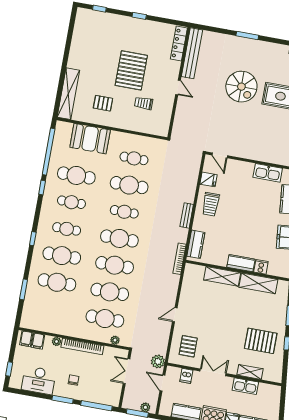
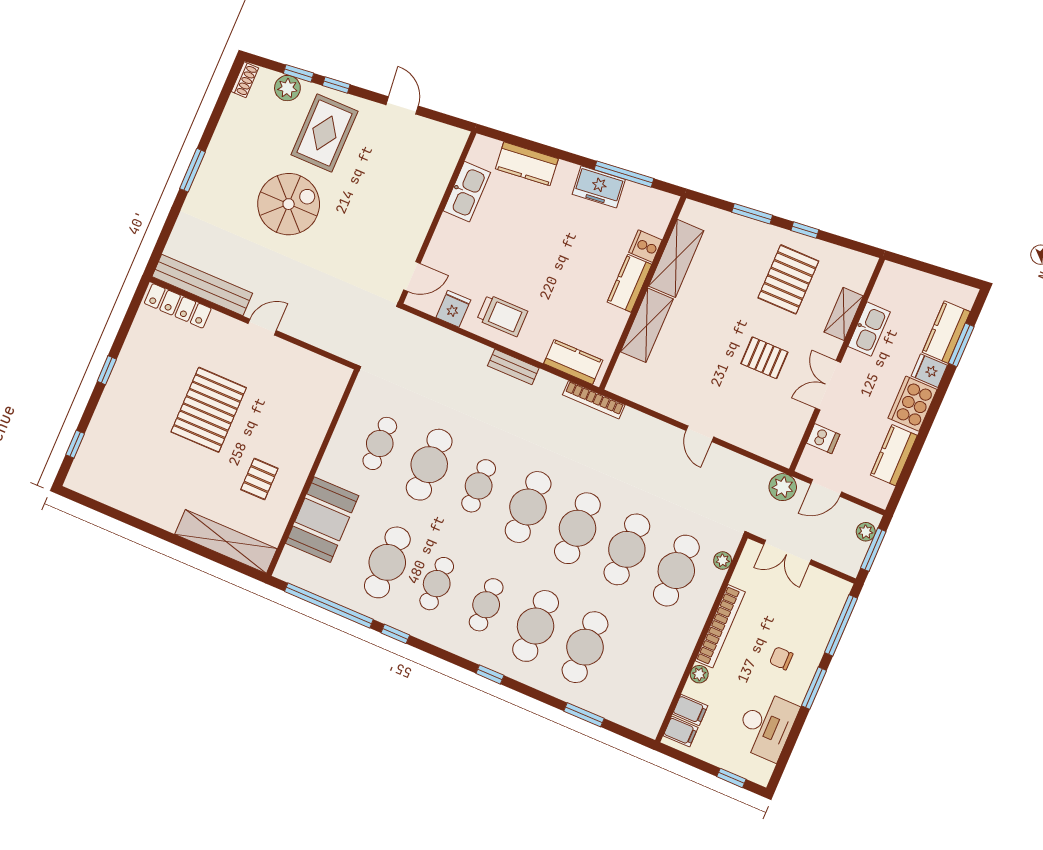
pallet: (131, 70) -> (209, 410), turned 90
trolley: (144, 103) -> (277, 400), removed
pallet: (188, 346) -> (764, 358), moved

